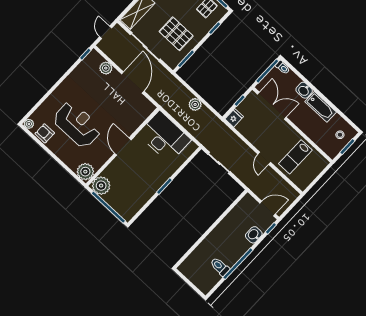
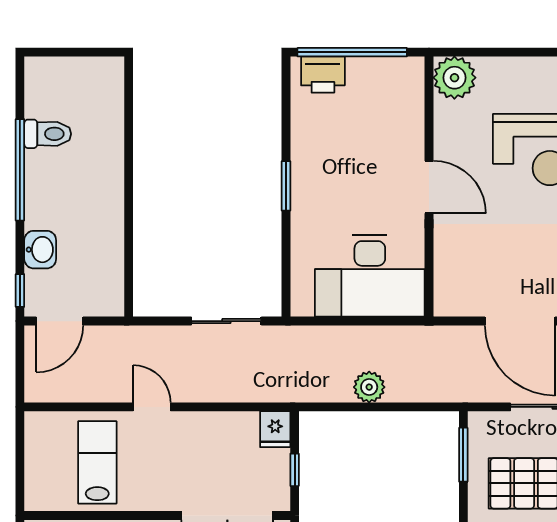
plant: (101, 186) -> (402, 79), removed
printer: (123, 209) -> (323, 75), added

